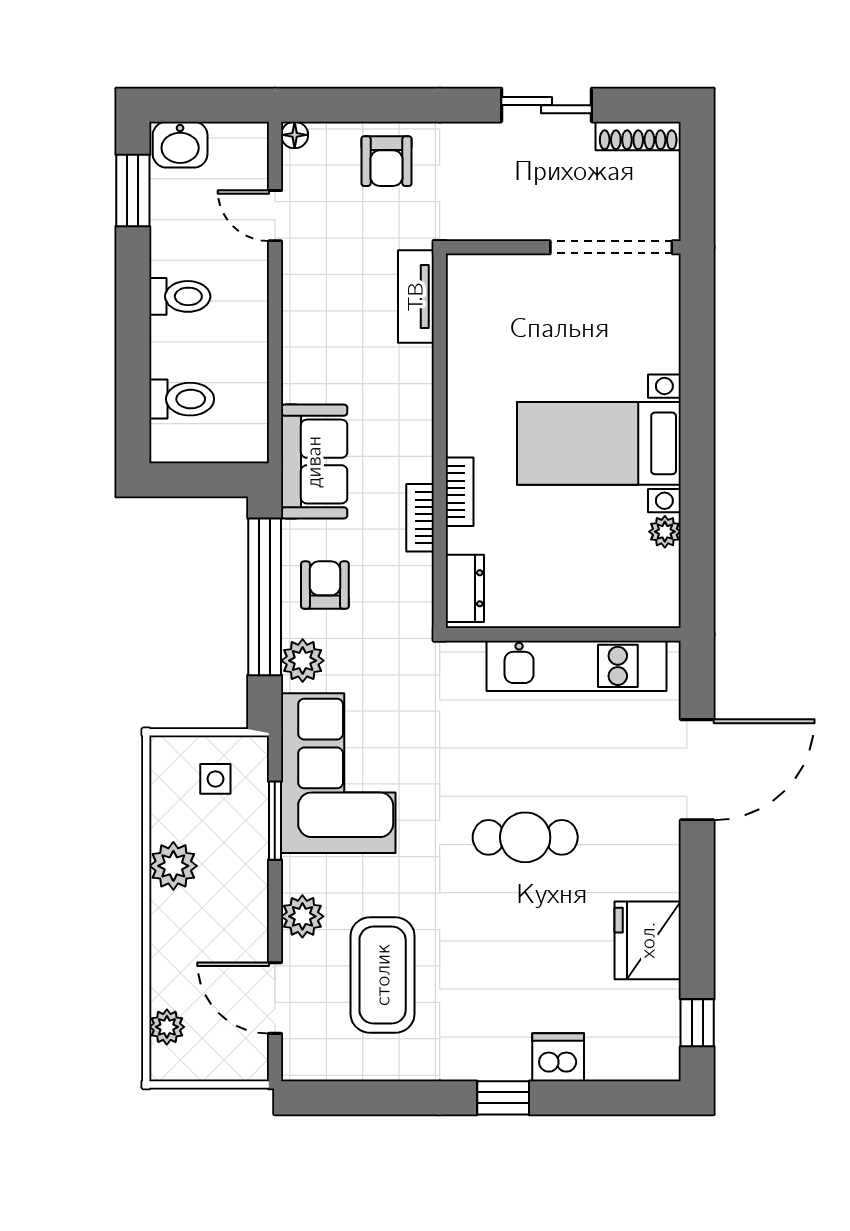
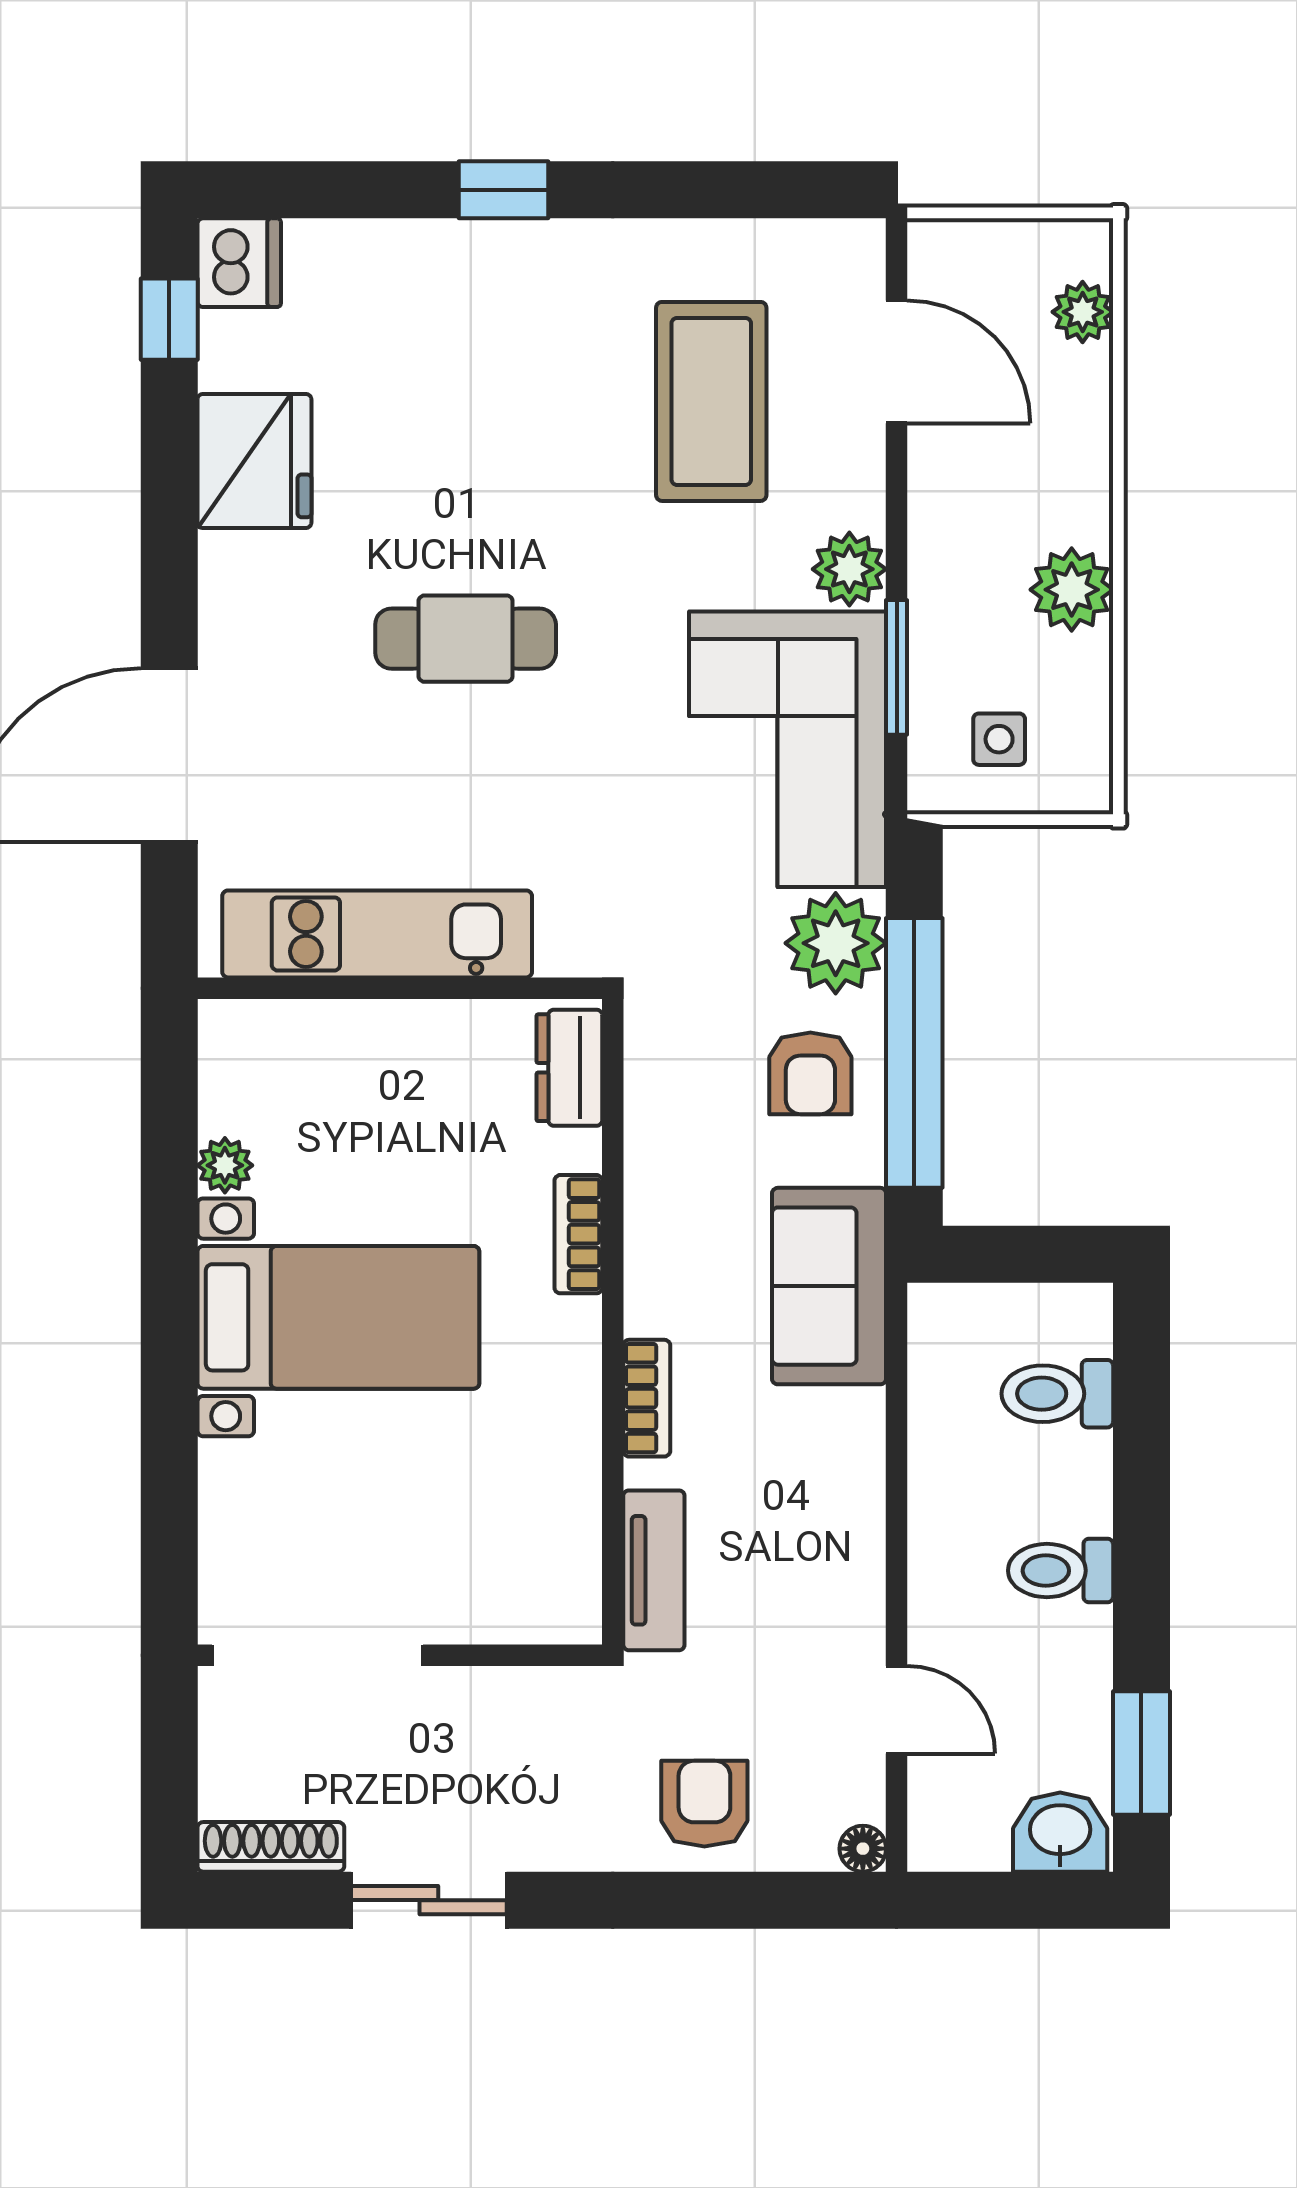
bookcase: (420, 518) -> (647, 1398), moved
plant: (303, 661) -> (836, 943), width x1.36, depth x1.36
plant: (302, 916) -> (849, 569), moved
dishwasher: (558, 1057) -> (239, 263), moved, turned -90

